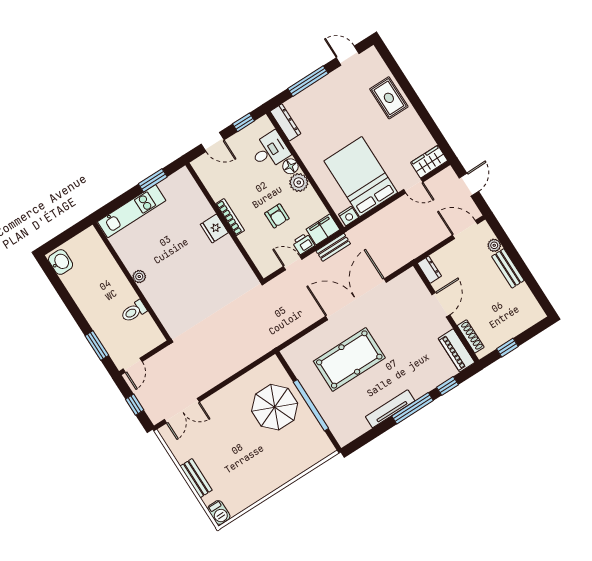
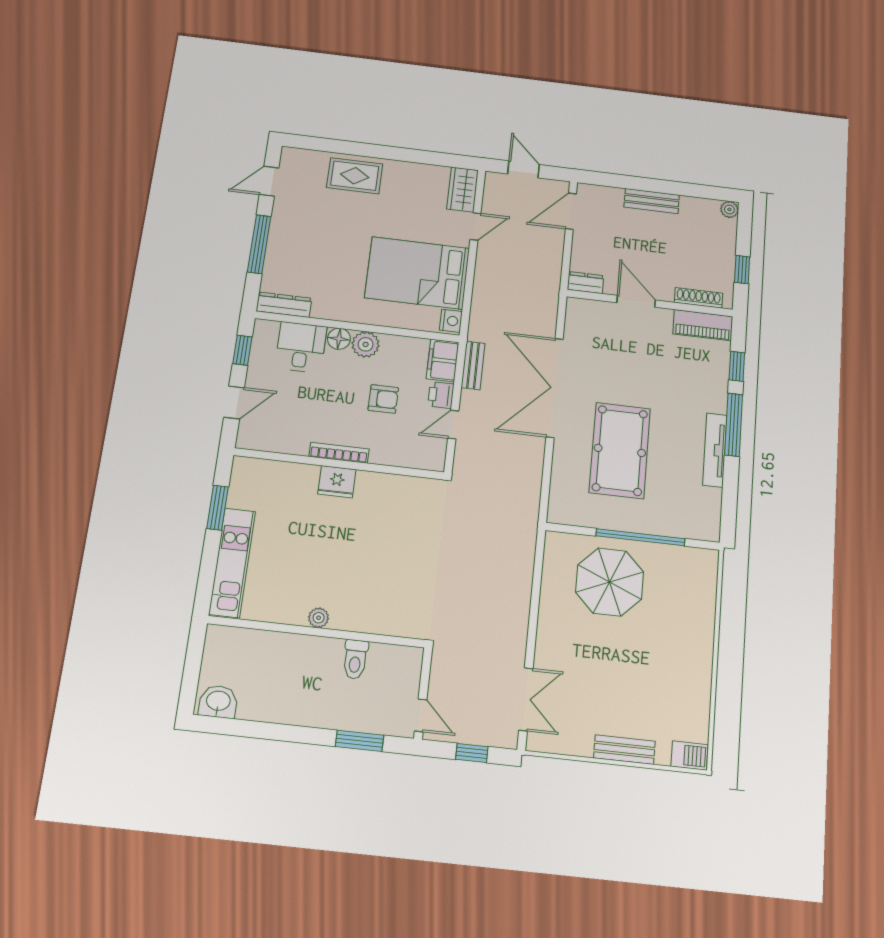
plant: (494, 245) -> (729, 209), moved

